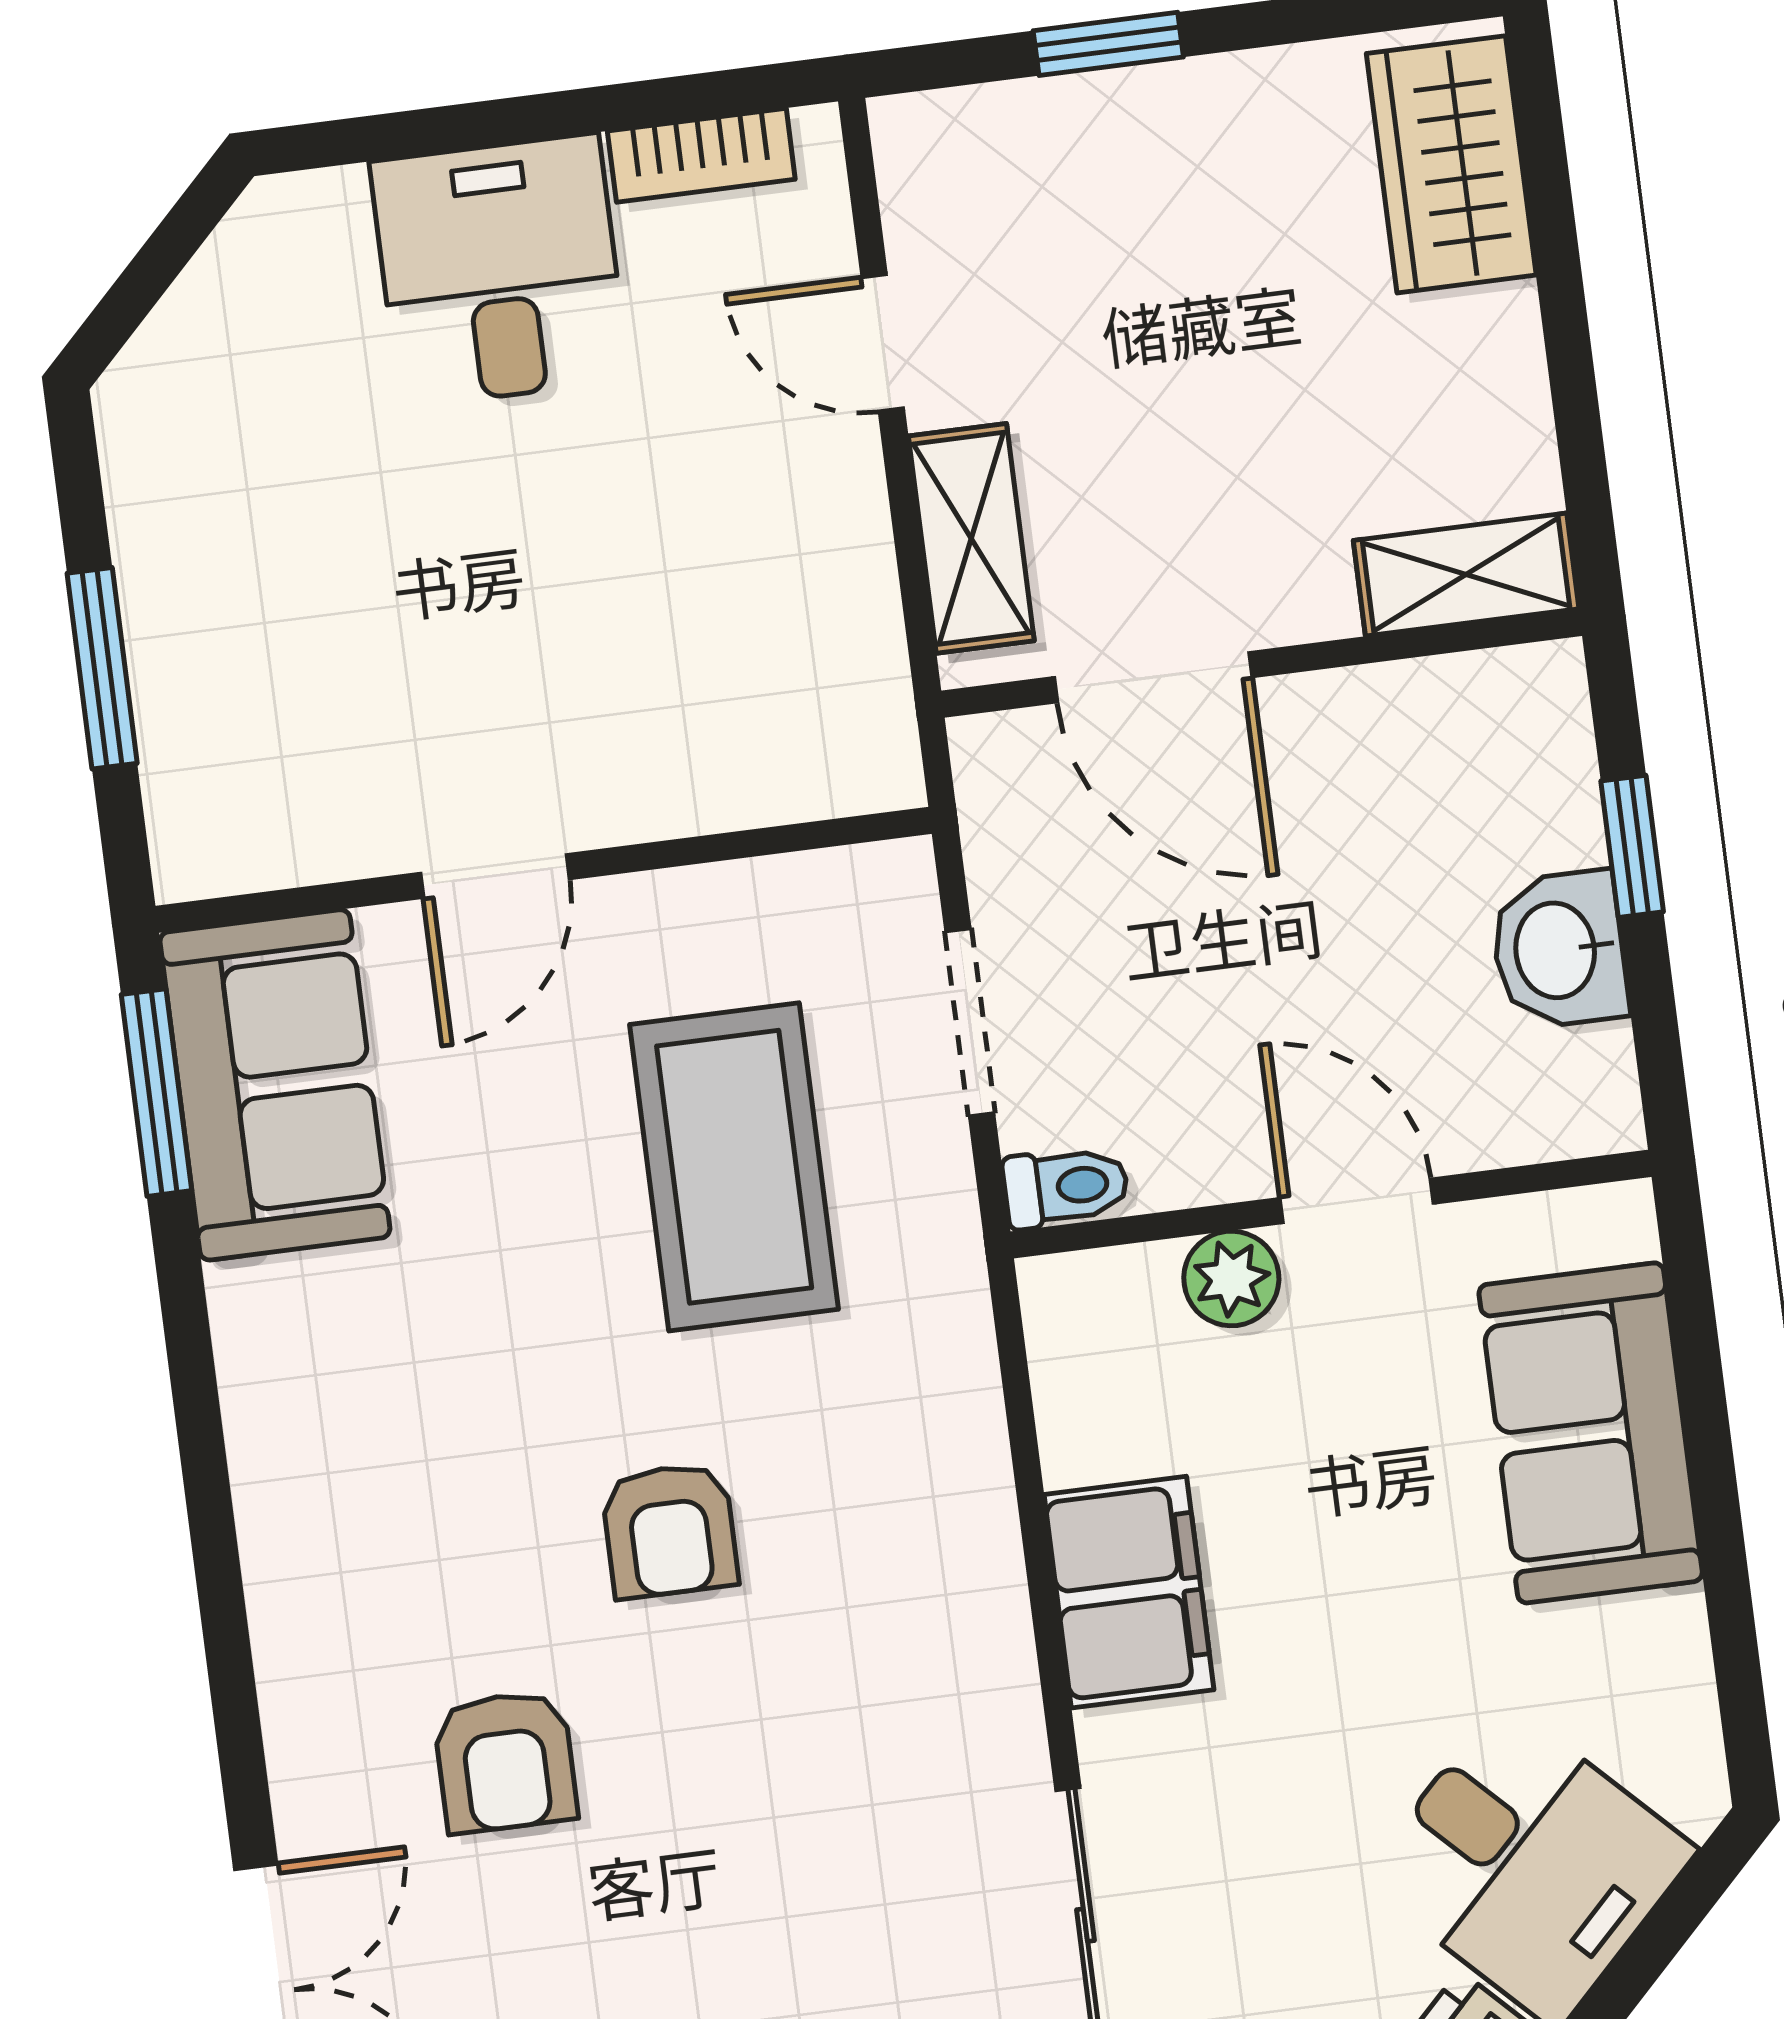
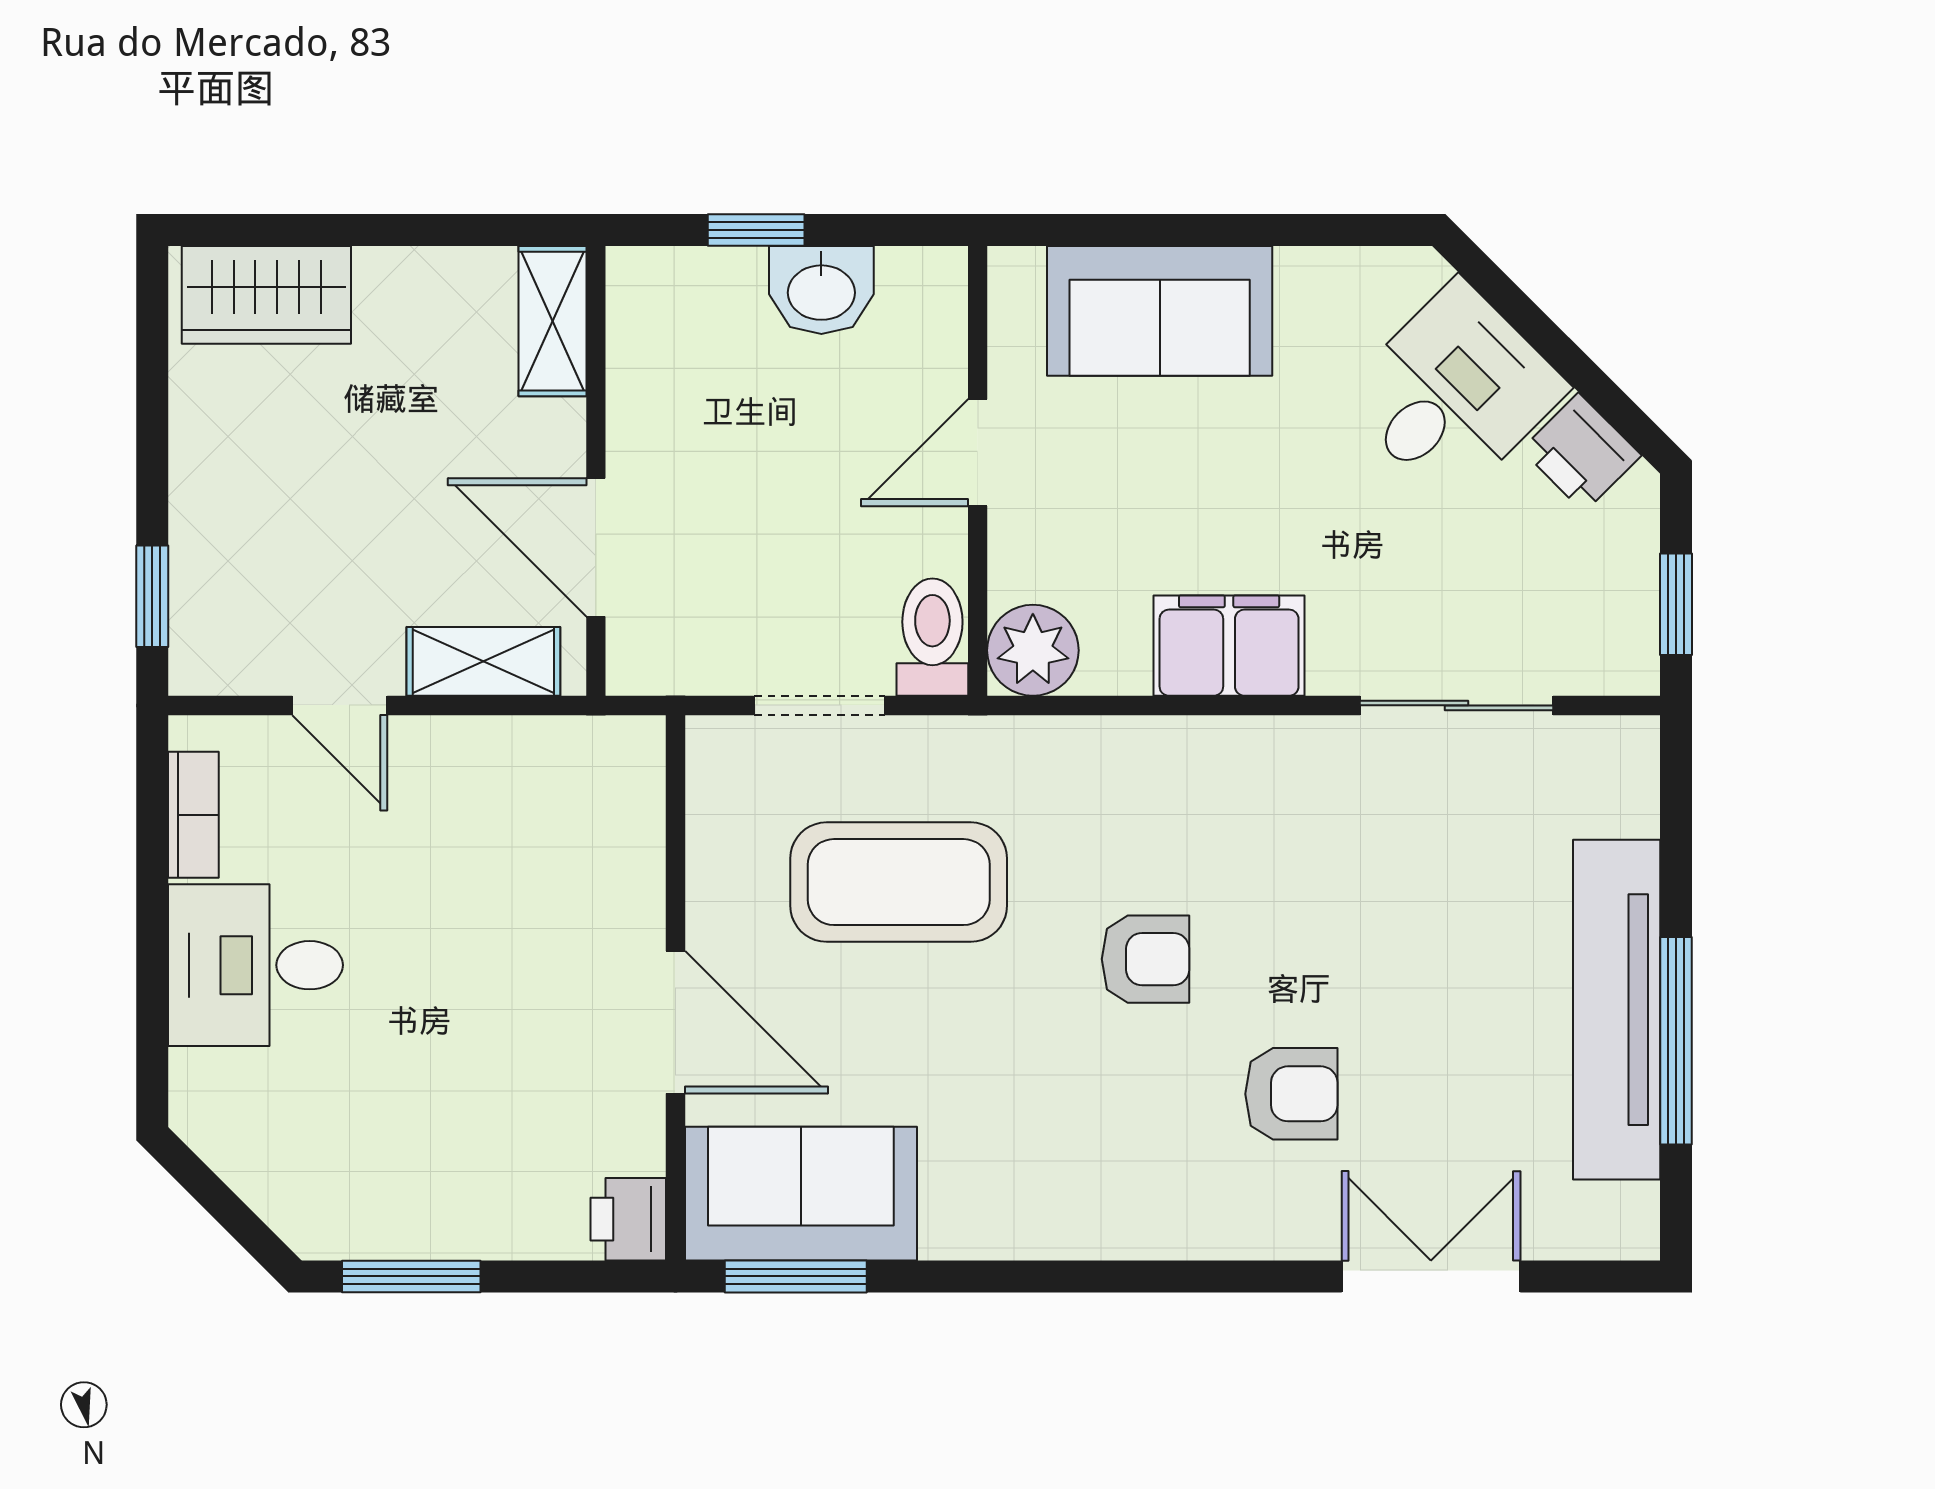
window: (1108, 44) -> (152, 596), moved
door: (883, 343) -> (340, 705), hinge flipped
window: (102, 668) -> (411, 1276), moved
door: (1153, 677) -> (596, 547), swing flipped
printer: (207, 845) -> (628, 1219), added
door: (495, 876) -> (675, 1022), width x1.38
toilet: (1066, 1187) -> (932, 637), width x1.37, depth x1.39
plant: (1231, 1278) -> (1033, 650), moved, width x1.38, depth x1.38

